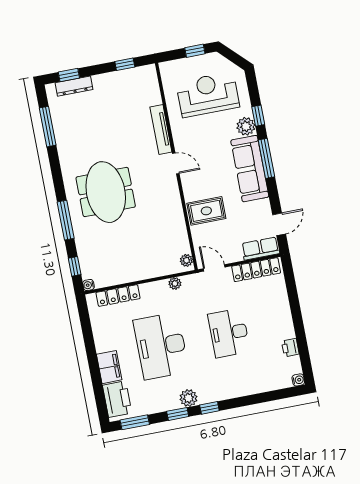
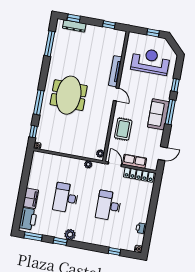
plant: (246, 126) -> (166, 89), removed
sofa: (250, 169) -> (158, 114), width x0.73
rug: (206, 211) -> (123, 129), turned 90
row of seats: (260, 249) -> (134, 161), moved
locker: (118, 295) -> (52, 158), removed
desk: (161, 346) -> (66, 198), width x0.73, depth x0.77
window: (209, 408) -> (114, 251), moved

